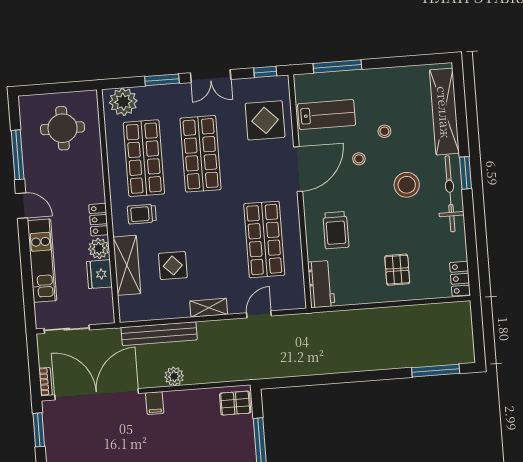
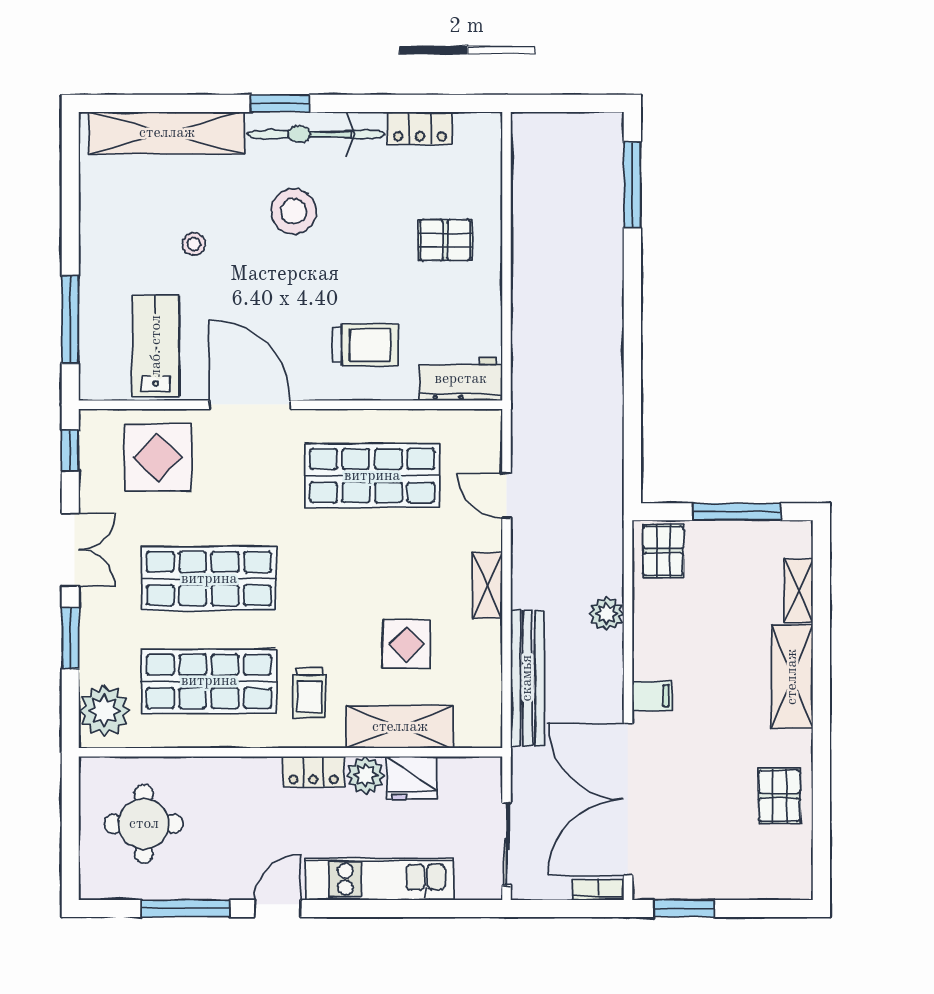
stool: (359, 159) -> (240, 294), removed
locker: (460, 279) -> (420, 128), moved
plant: (174, 376) -> (607, 614), moved

